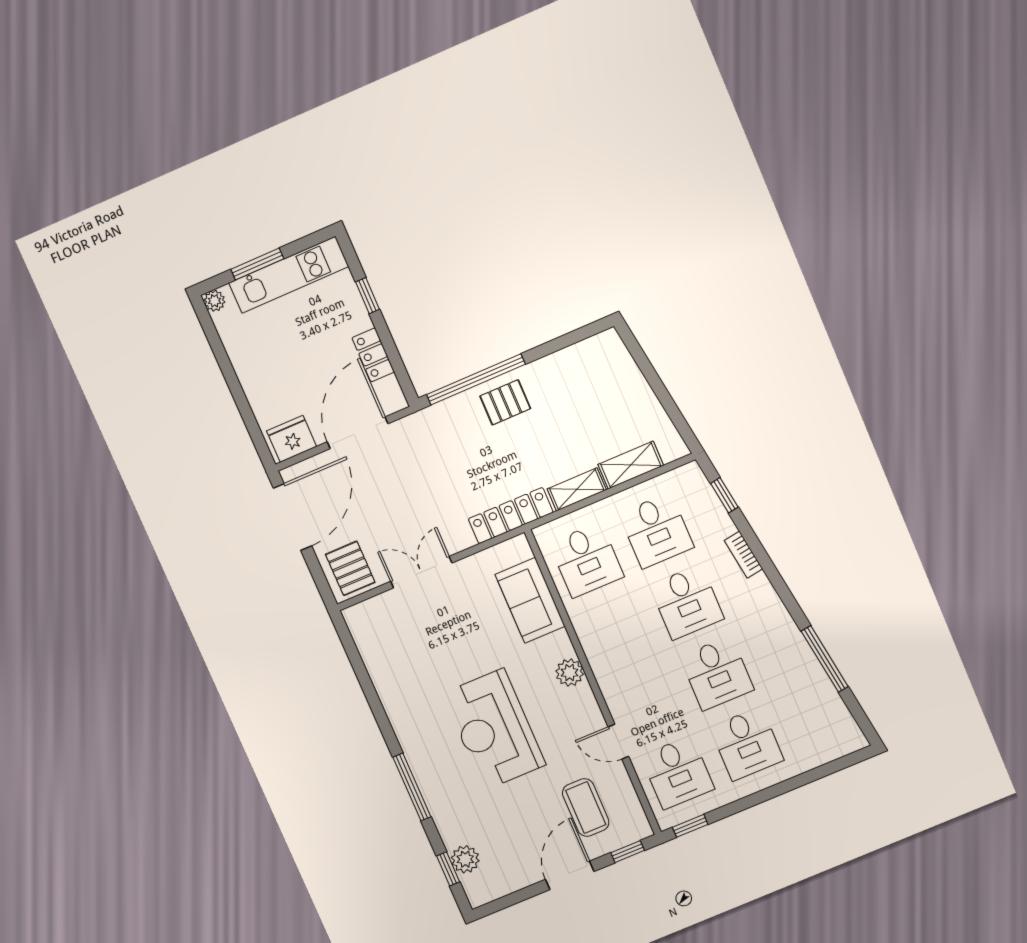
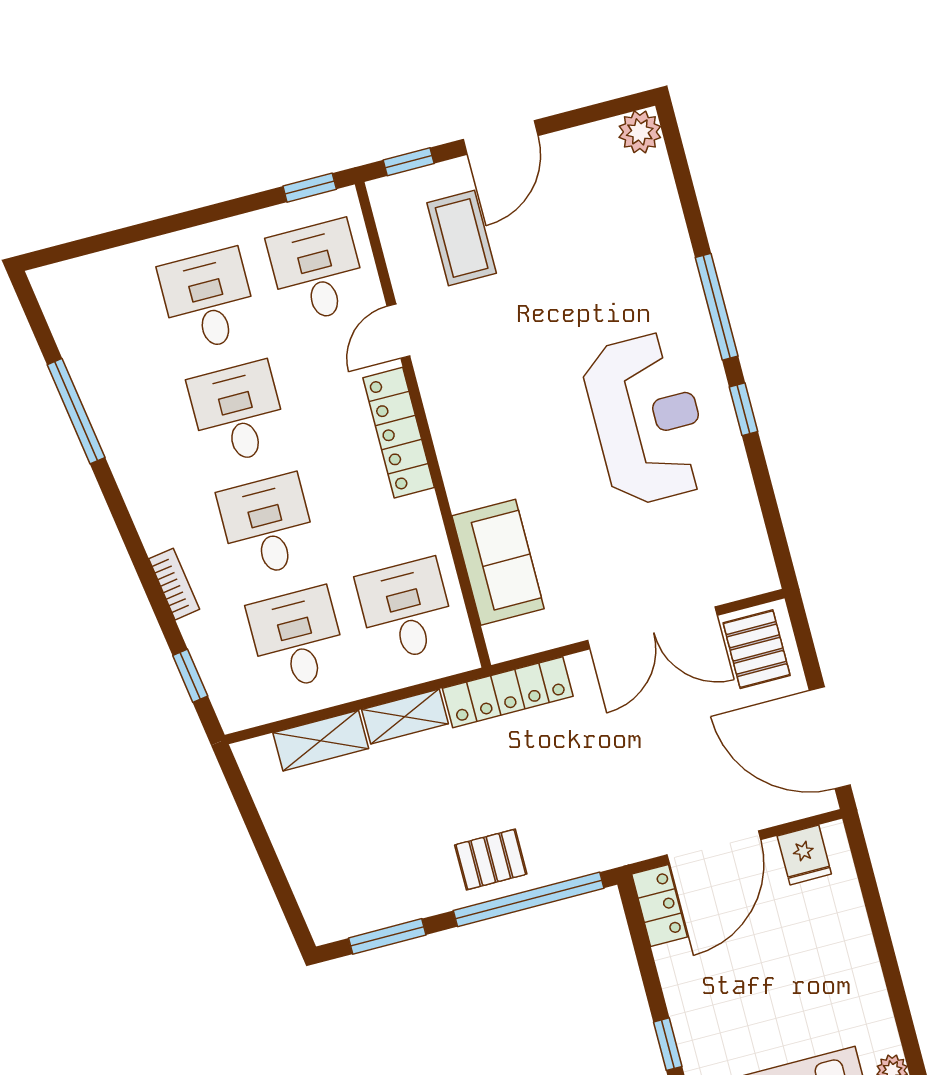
window: (567, 340) -> (387, 936), added
locker: (373, 355) -> (660, 906), moved
fridge: (292, 439) -> (804, 855), width x0.72
door: (292, 517) -> (830, 738), hinge flipped
double door: (421, 572) -> (652, 628), width x1.37
plant: (570, 673) -> (456, 446), removed
locker: (609, 676) -> (399, 433), added
reception desk: (494, 729) -> (647, 419), moved
door: (618, 742) -> (398, 331), swing flipped
plant: (465, 859) -> (640, 132), moved
window: (448, 869) -> (743, 409), moved

